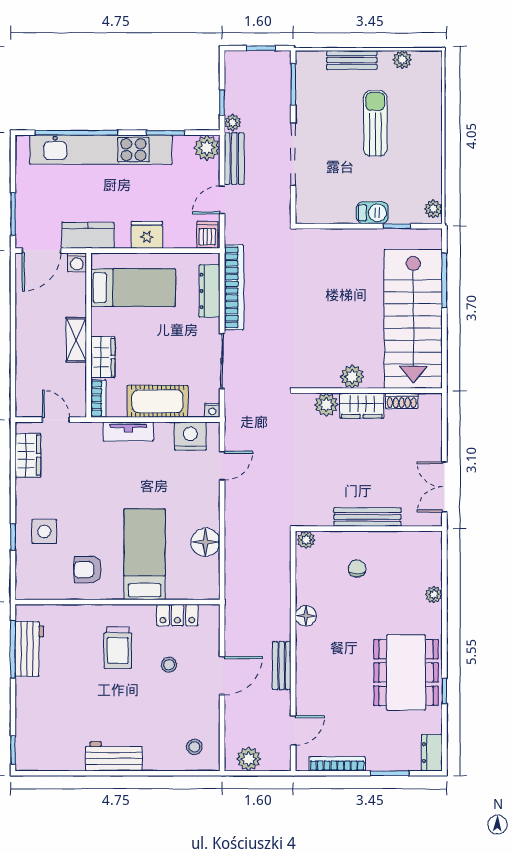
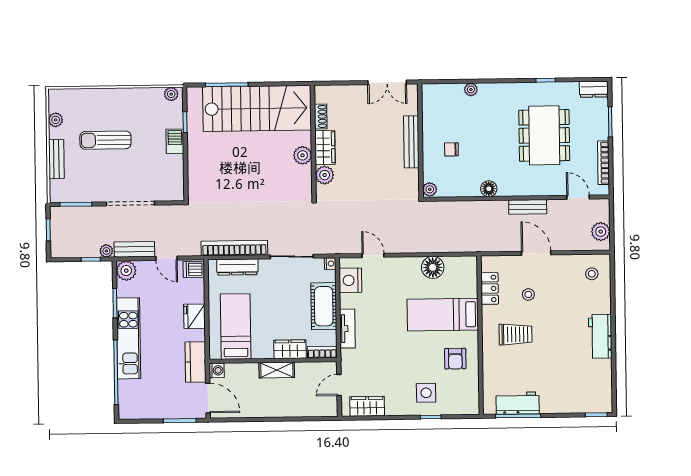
kitchen unit: (101, 150) -> (129, 338), width x0.73
dining table: (406, 673) -> (544, 135), moved, turned 90

